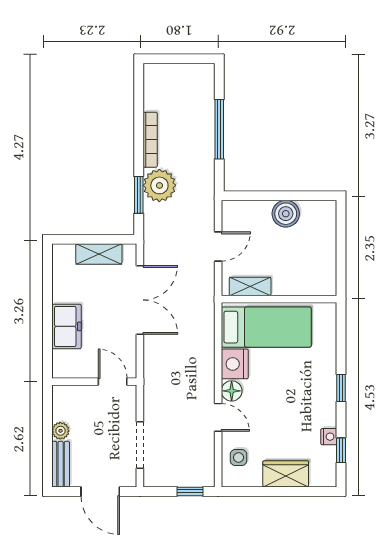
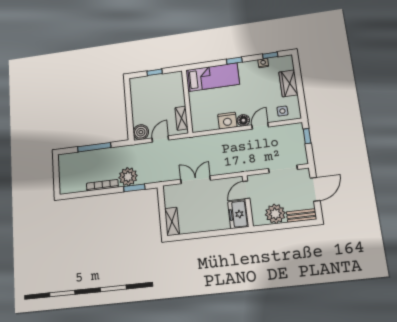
boiler: (286, 214) -> (141, 132), moved
door: (218, 246) -> (160, 139), hinge flipped
window: (341, 247) -> (155, 72), added
shelving: (99, 254) -> (172, 221), moved
double door: (140, 300) -> (196, 180), width x0.73
freezer: (66, 326) -> (238, 214), moved, turned -90
bed: (266, 327) -> (212, 77), moved, turned 90
plant: (60, 431) -> (275, 214), width x1.88, depth x1.88

